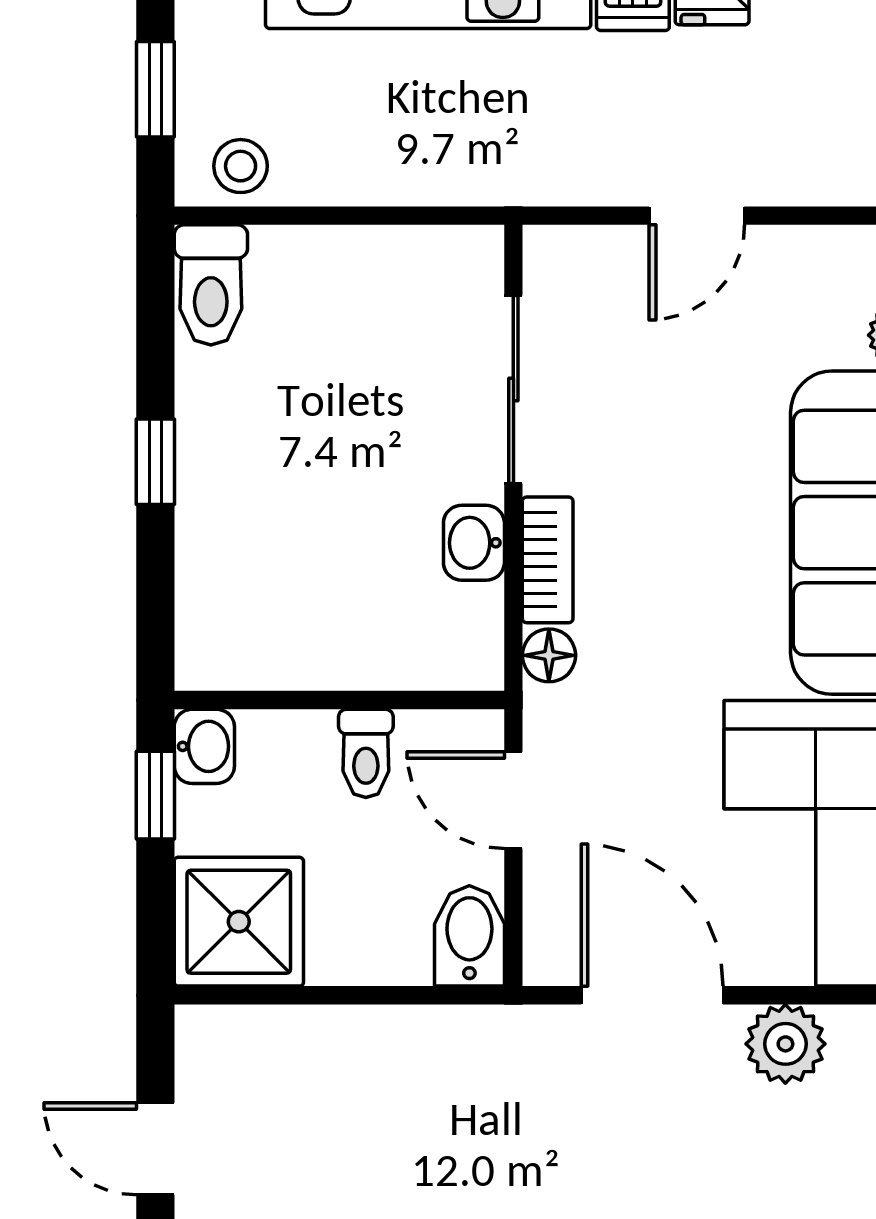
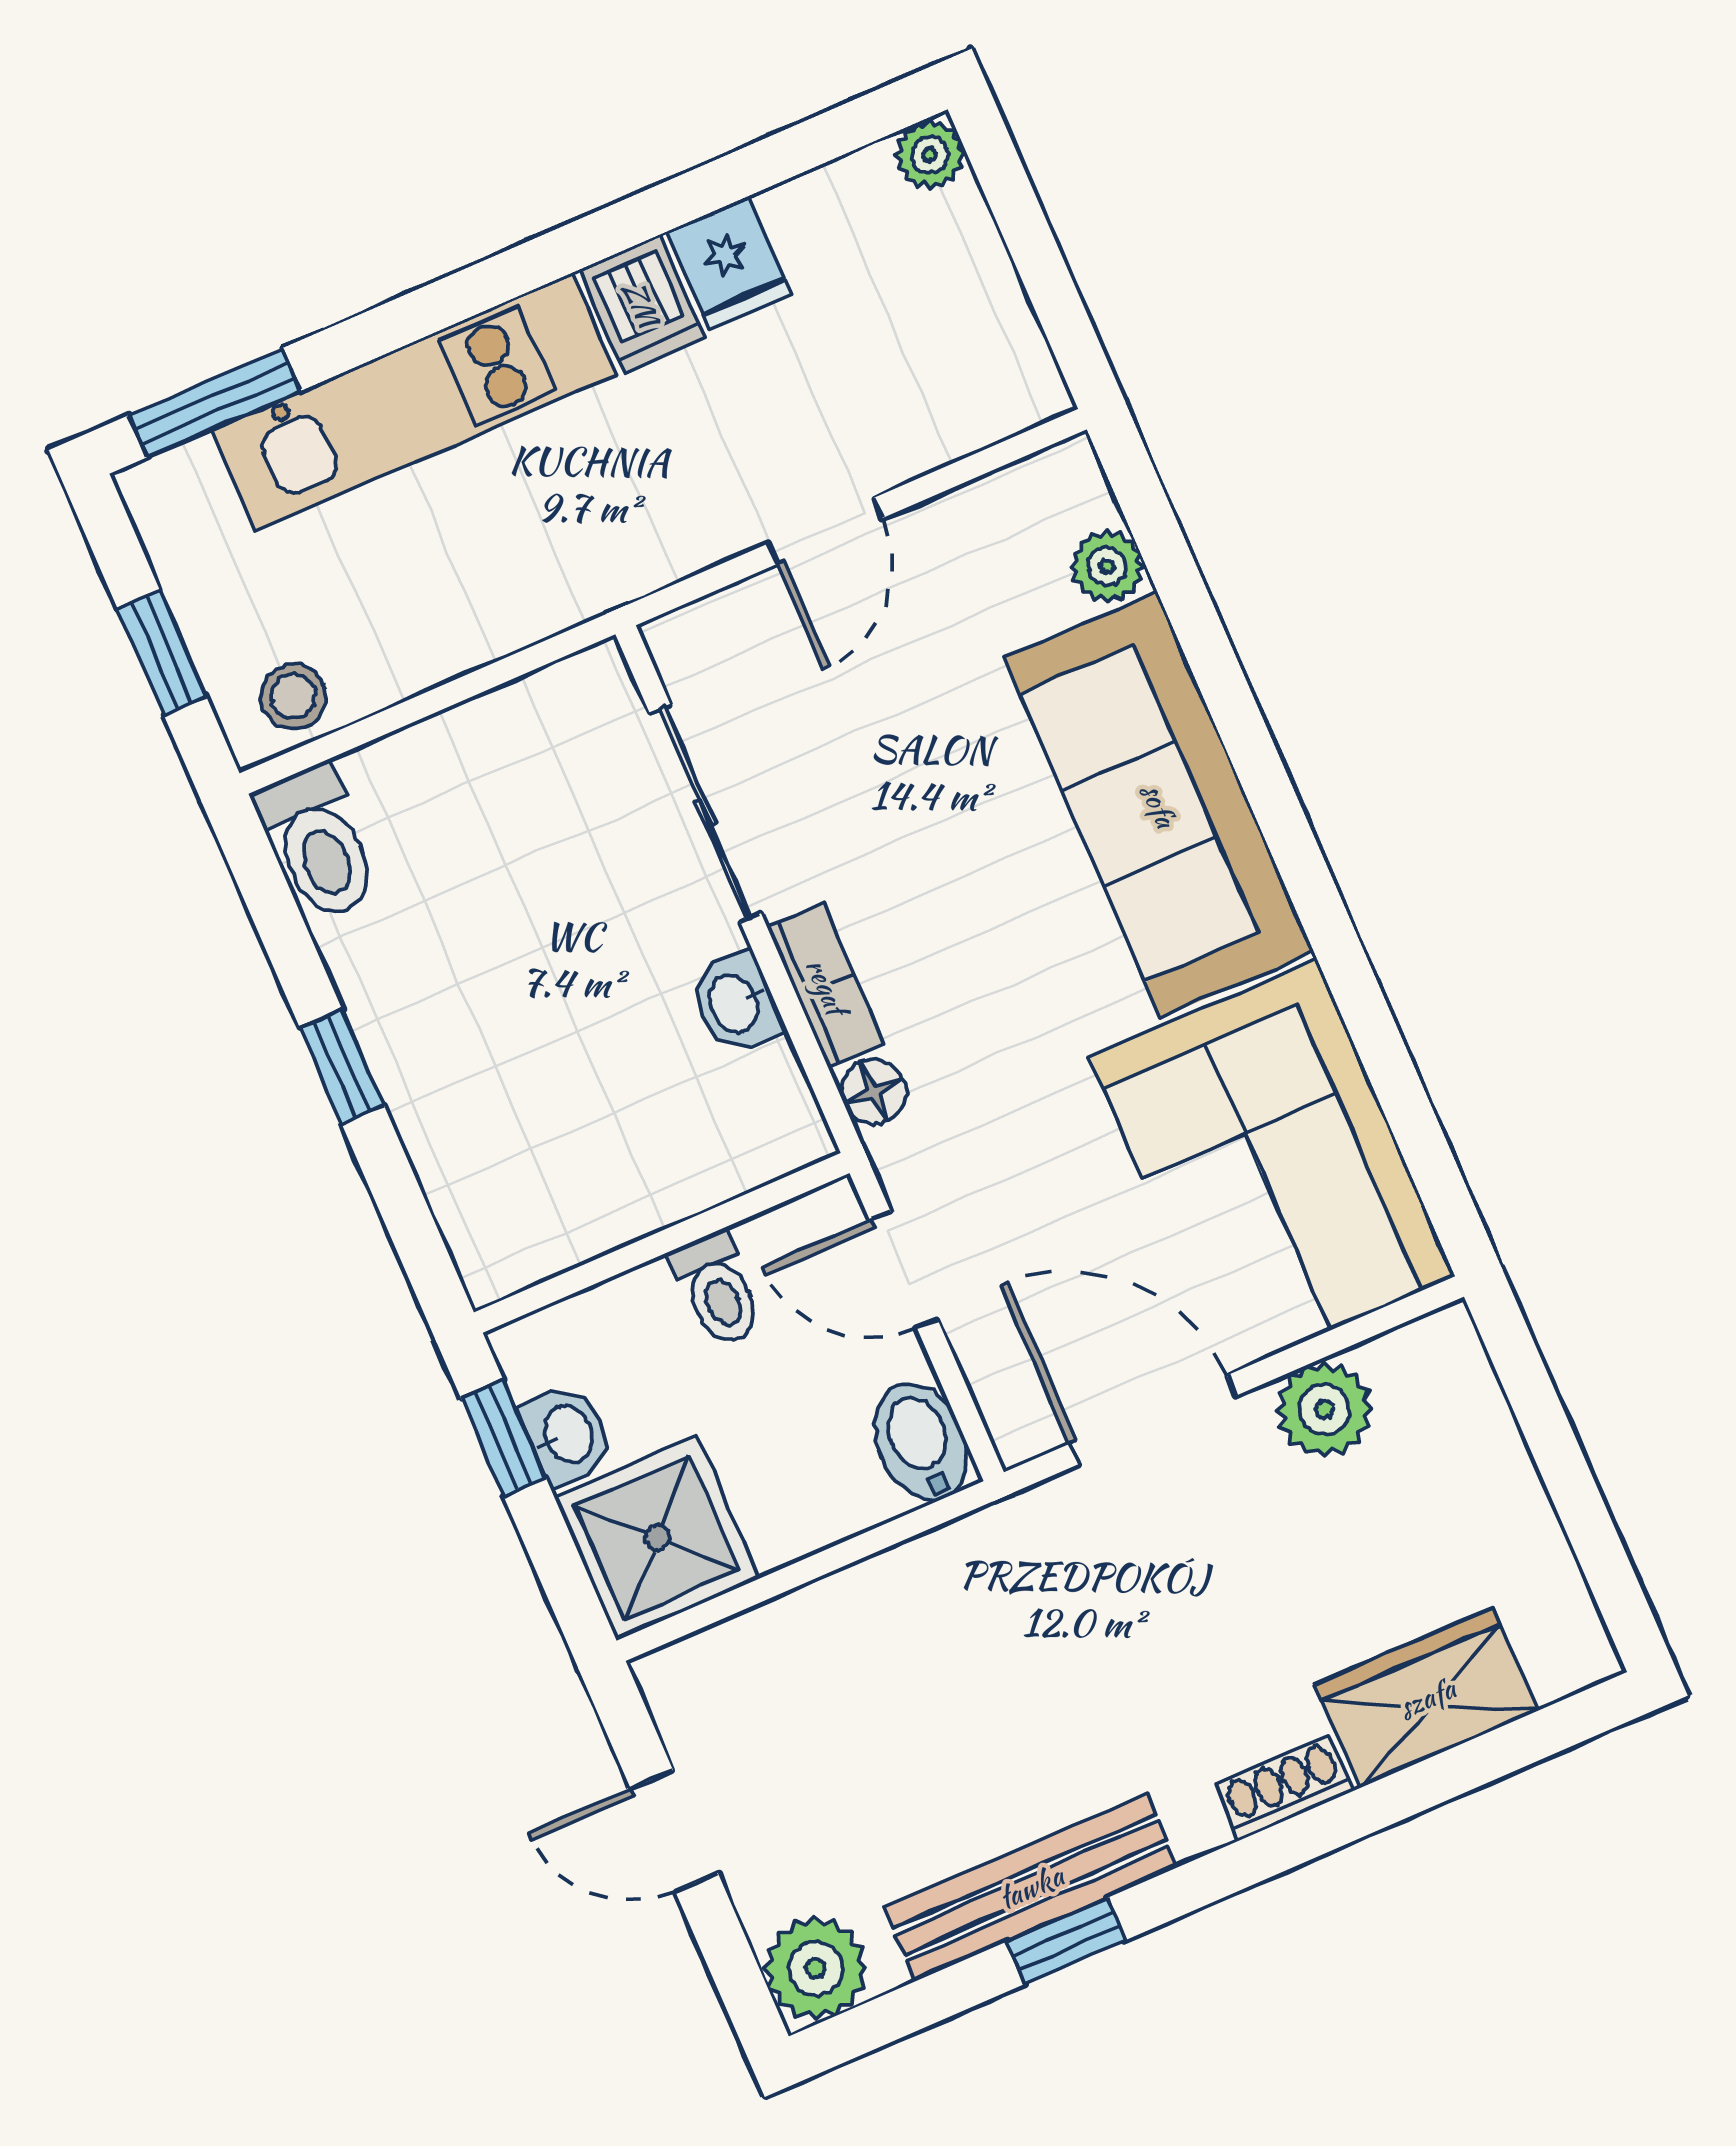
washbasin: (204, 746) -> (567, 1435), moved

